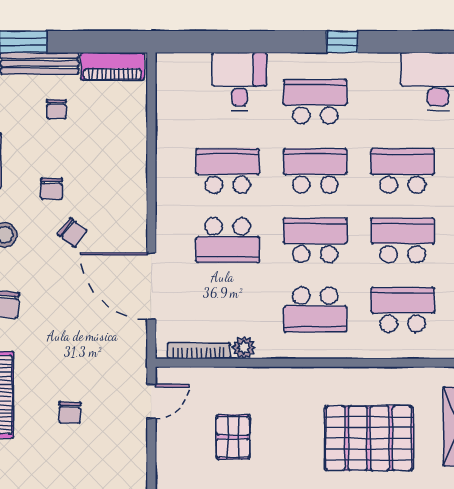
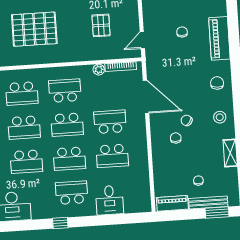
school desk: (315, 102) -> (72, 193), turned 180
chair: (52, 189) -> (176, 138), moved

